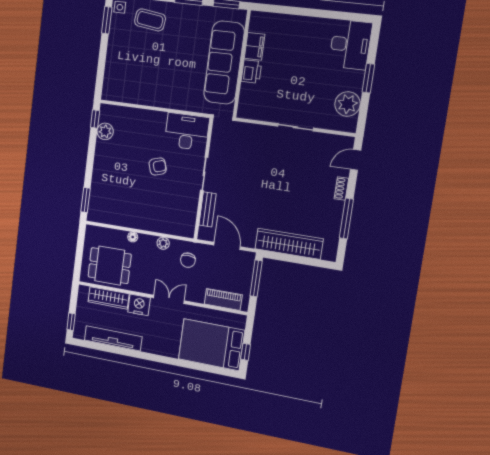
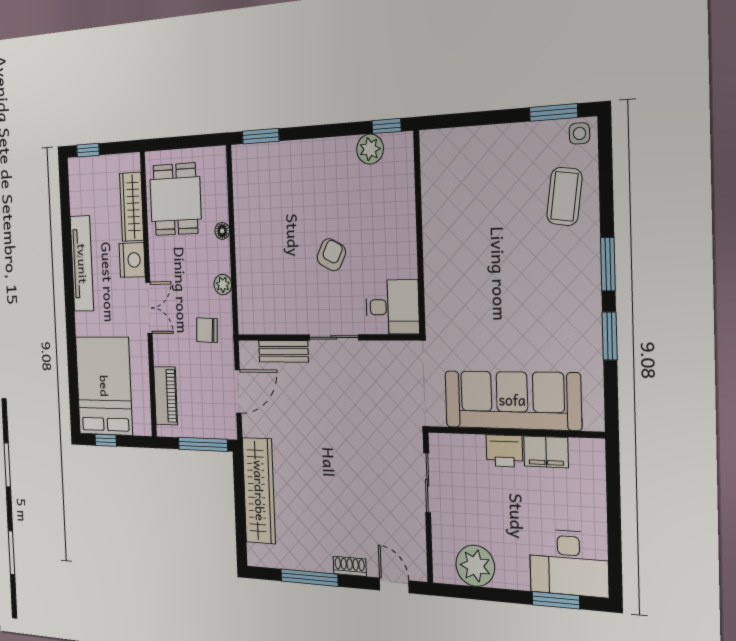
filing cabinet: (255, 46) -> (546, 452), moved
sofa: (224, 63) -> (512, 400), moved
wall: (242, 64) -> (514, 432), moved
printer: (251, 72) -> (504, 451), moved
window: (368, 78) -> (556, 600), moved
desk: (187, 132) -> (392, 307), width x0.73
armchair: (158, 166) -> (331, 255), turned -135
tv unit: (113, 338) -> (82, 264), moved

